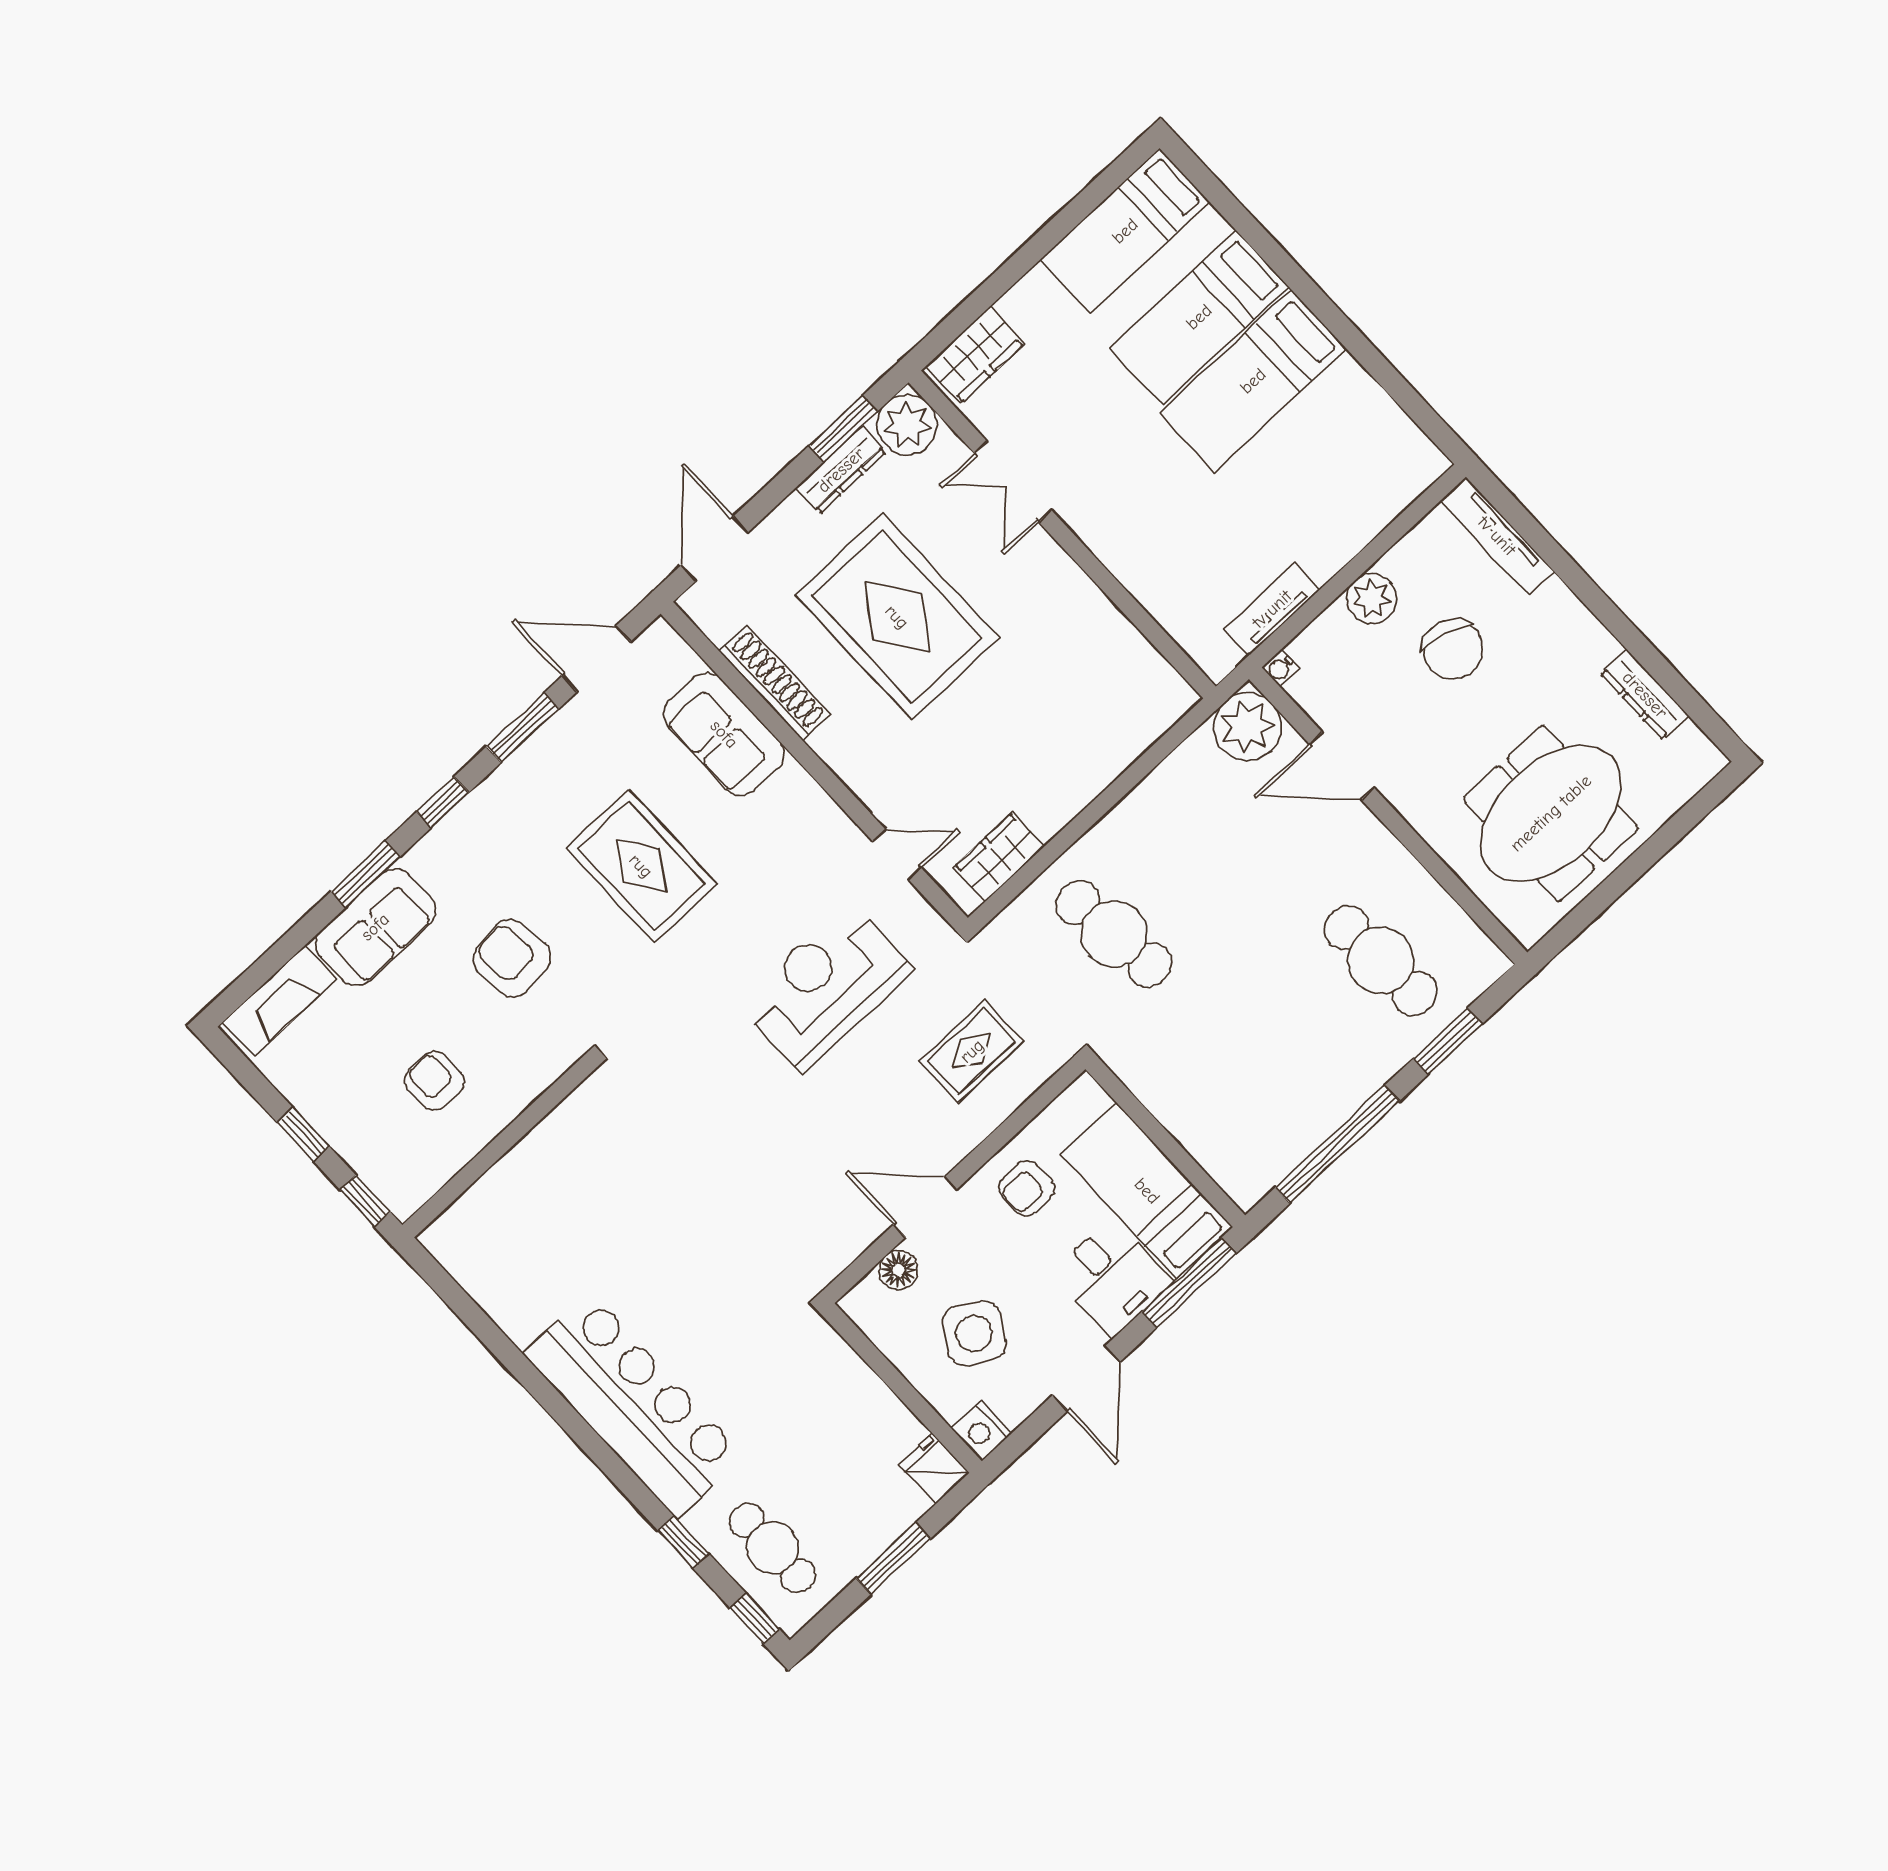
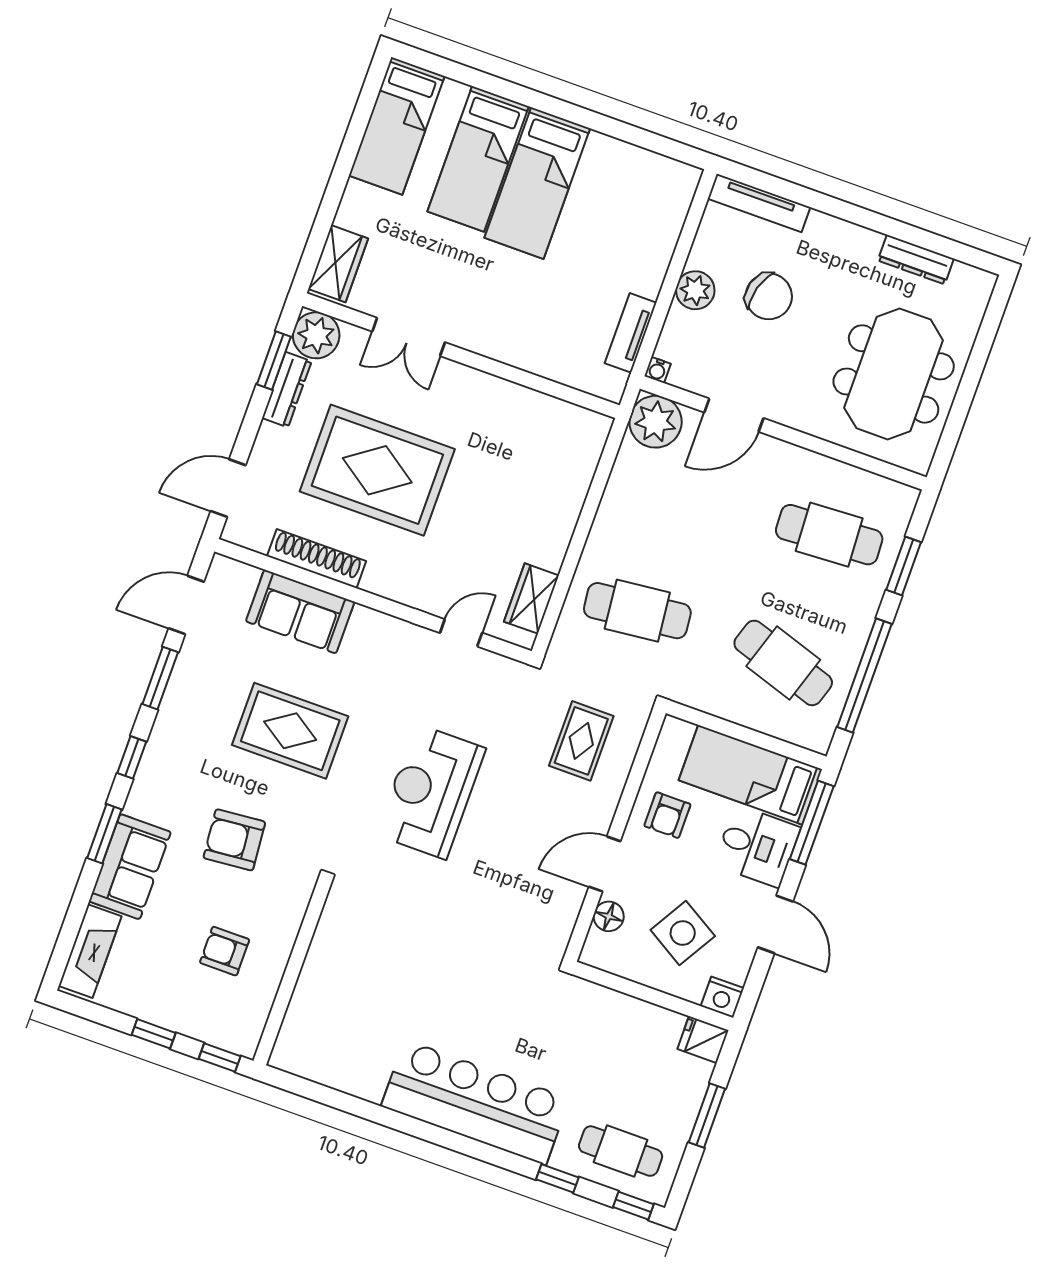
door: (714, 549) -> (228, 488), hinge flipped
reception desk: (826, 986) -> (431, 792), moved
cafe table: (1251, 1081) -> (783, 663), added

